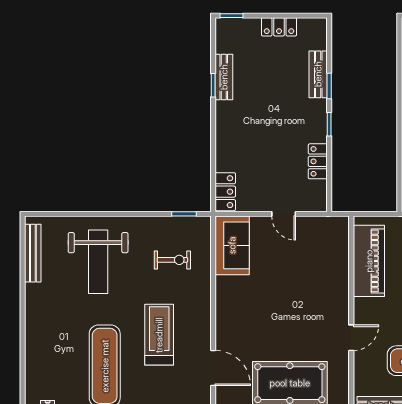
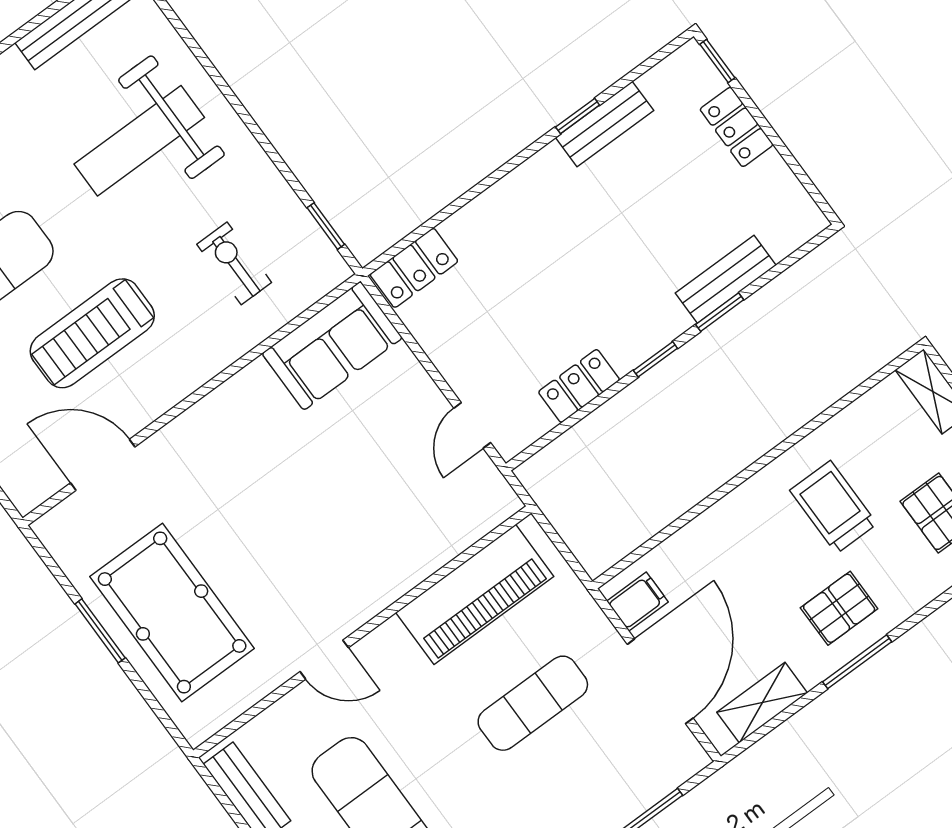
locker: (279, 27) -> (737, 127), moved
door: (284, 214) -> (472, 425), moved
exercise bike: (172, 260) -> (234, 263), turned 180
treadmill: (159, 335) -> (92, 333), turned 180
door: (213, 368) -> (103, 465), swing flipped

